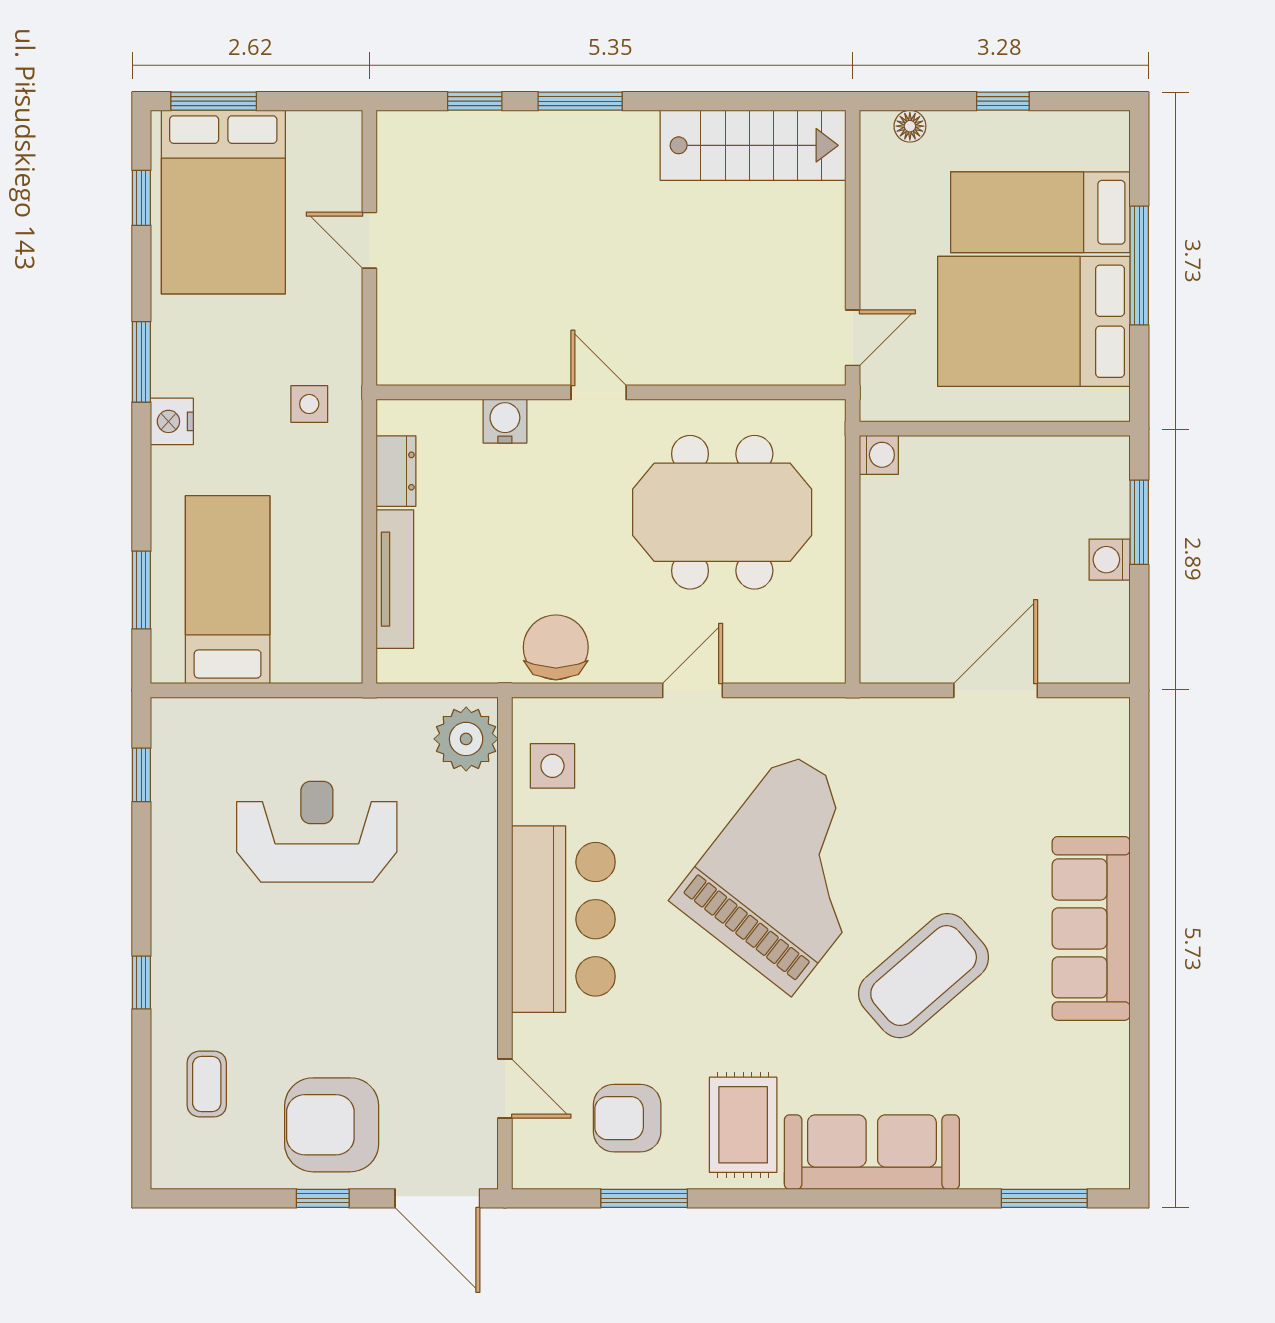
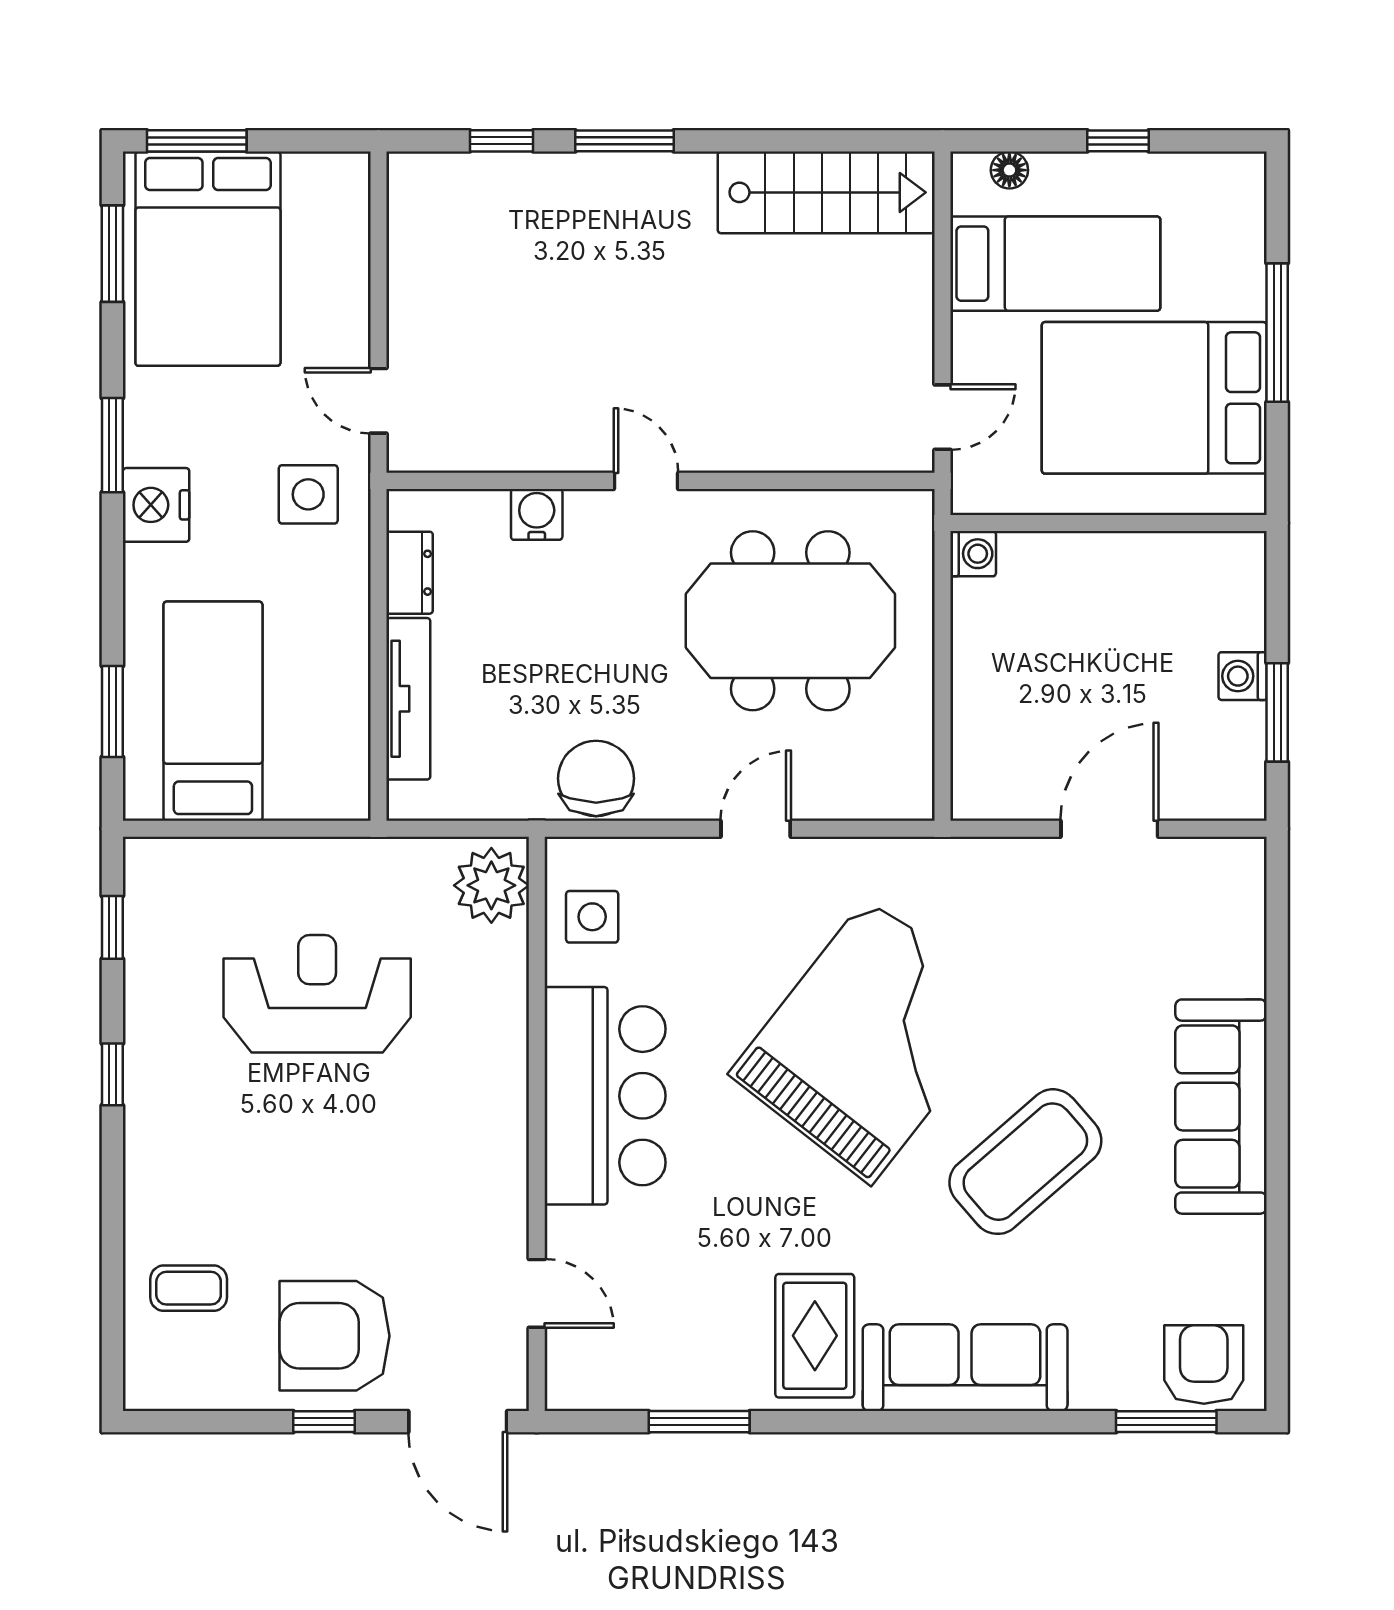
window: (141, 198) -> (112, 254), width x1.50
bed: (1040, 212) -> (1055, 264), moved, turned 180
door: (369, 240) -> (379, 401), moved
side table: (309, 404) -> (308, 494), width x1.37, depth x1.37
nightstand: (172, 421) -> (156, 505), width x1.36, depth x1.33
window: (1139, 522) -> (1277, 712), moved
window: (141, 982) -> (112, 1074), moved
coffee table: (207, 1084) -> (189, 1288), turned 90
armchair: (627, 1118) -> (1204, 1365), moved, turned 90

